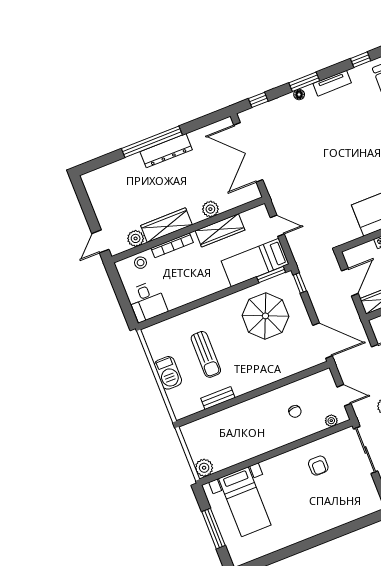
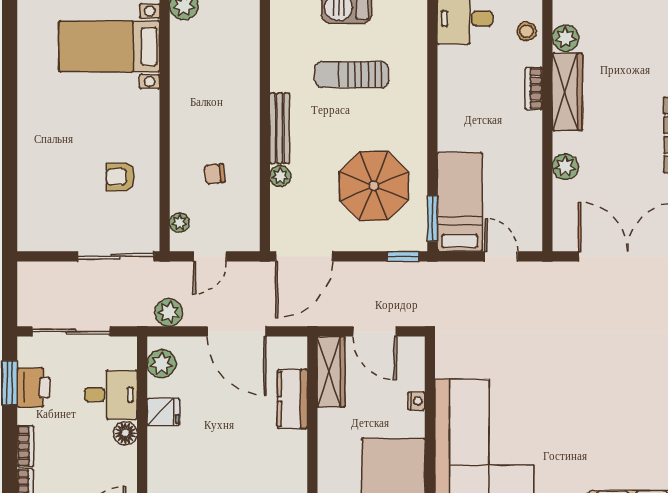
door: (277, 226) -> (501, 256), swing flipped
wardrobe: (220, 230) -> (528, 168), removed
bookcase: (172, 245) -> (534, 88), width x0.64
plant: (281, 373) -> (280, 176), added
bench: (218, 398) -> (280, 128), moved, width x1.36

